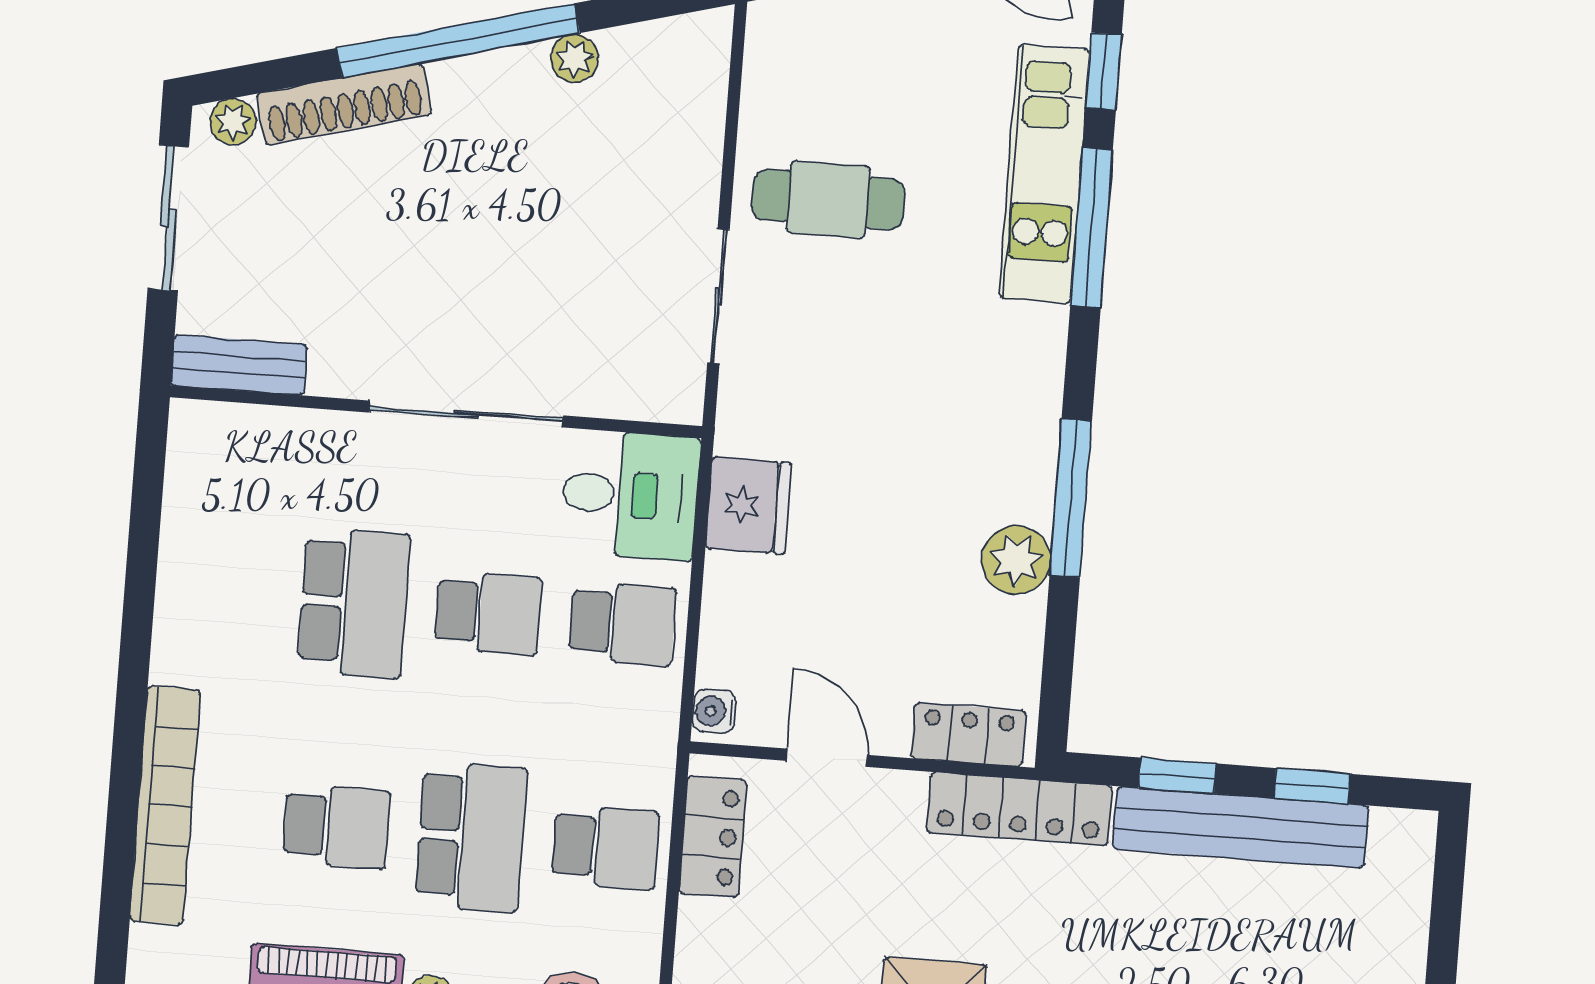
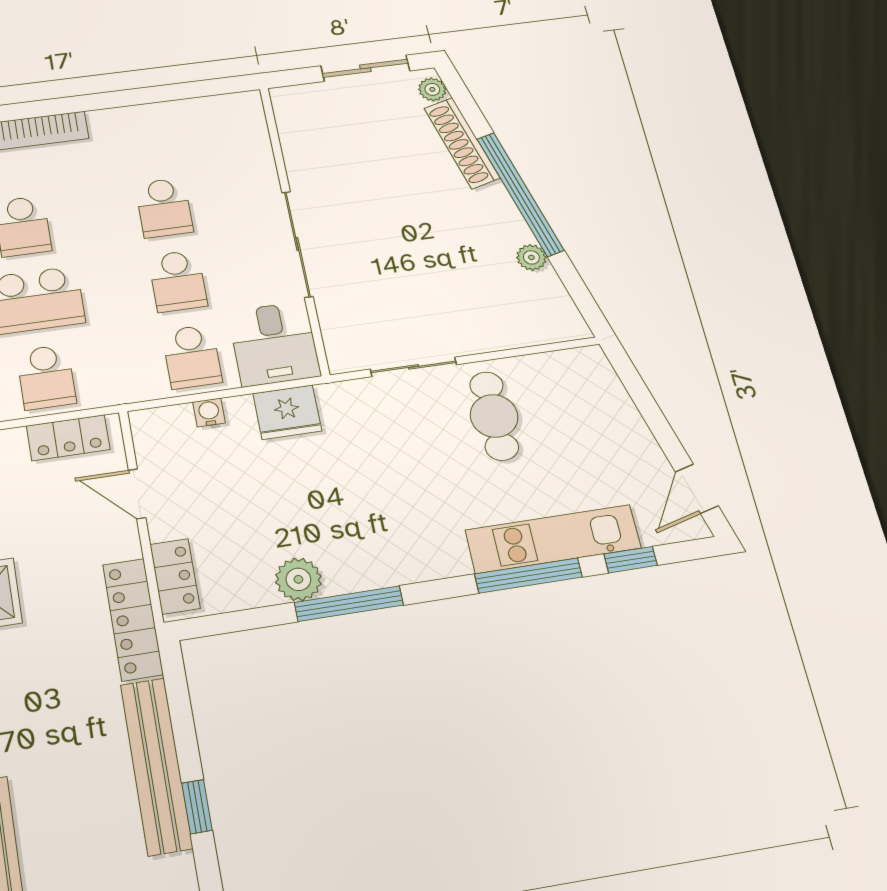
bench: (239, 365) -> (290, 120), removed
school desk: (354, 603) -> (164, 208), width x0.54
water cooler: (714, 711) -> (209, 412), moved
door: (827, 758) -> (137, 494), swing flipped
window: (1177, 776) -> (181, 715), removed

